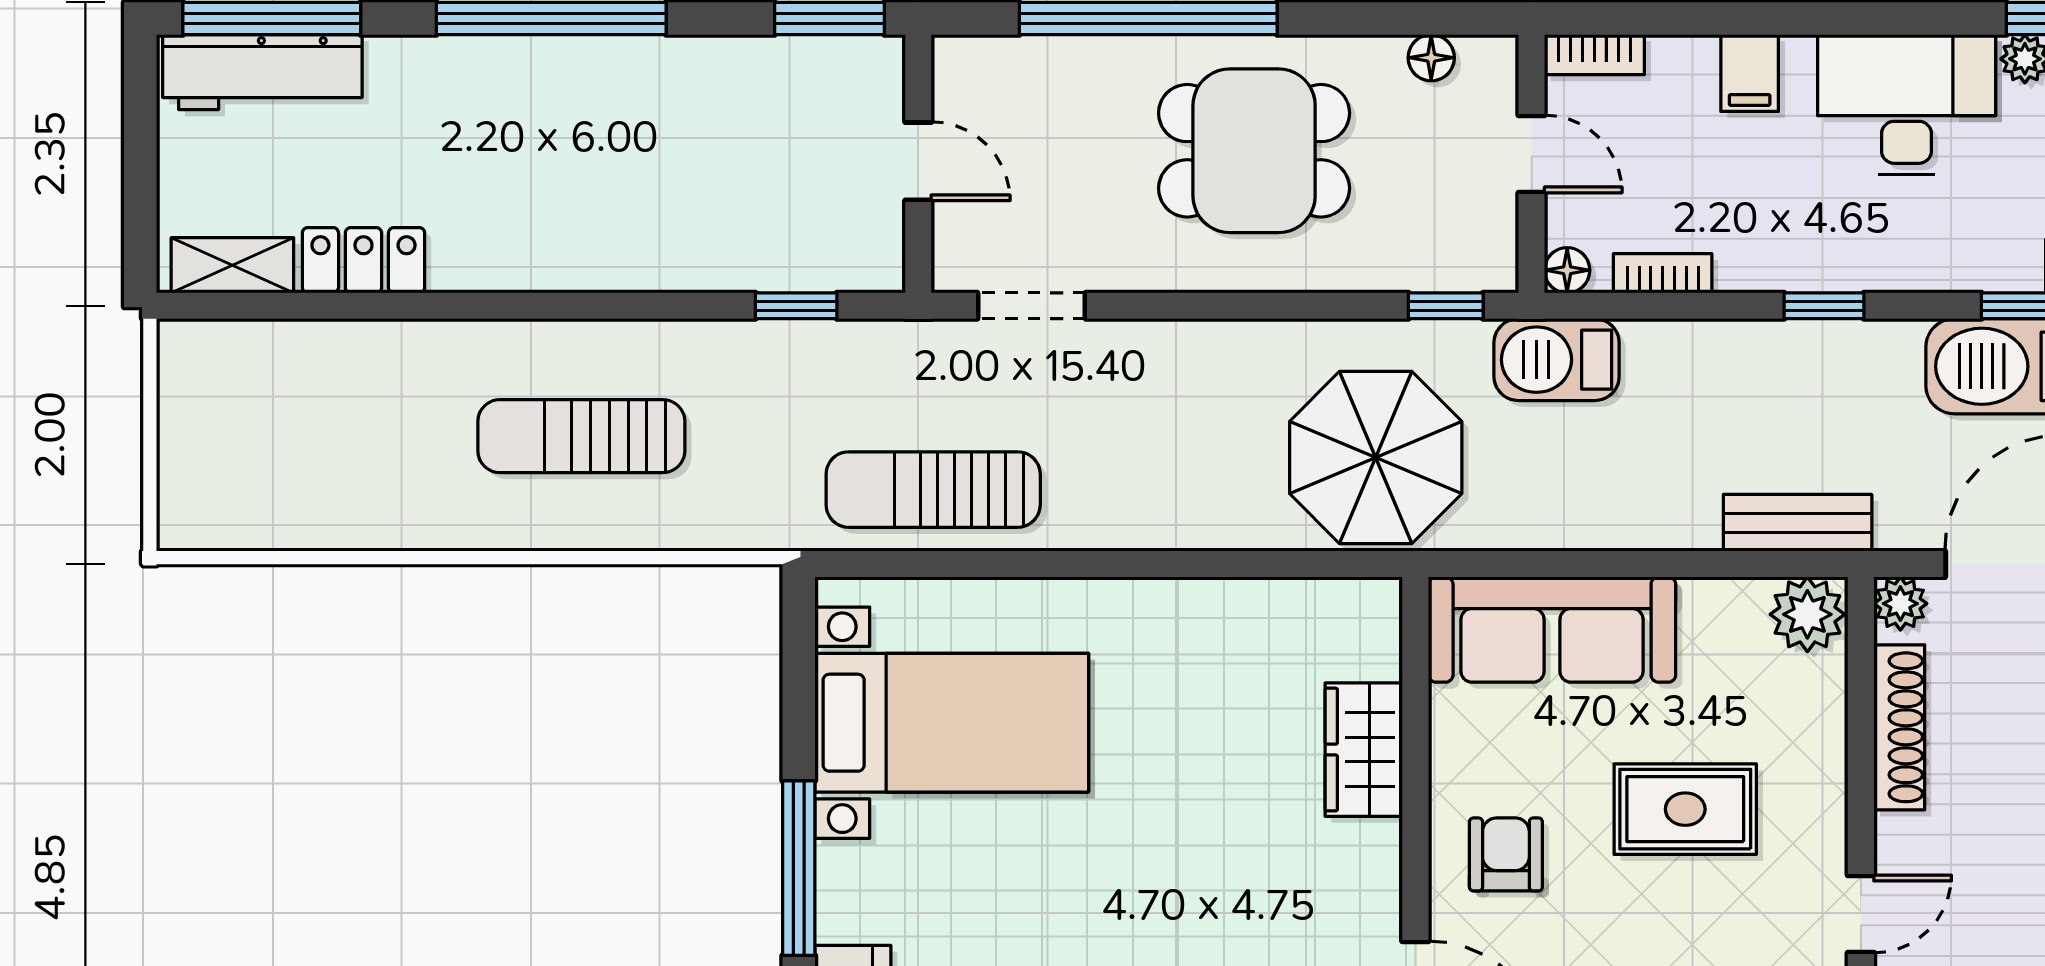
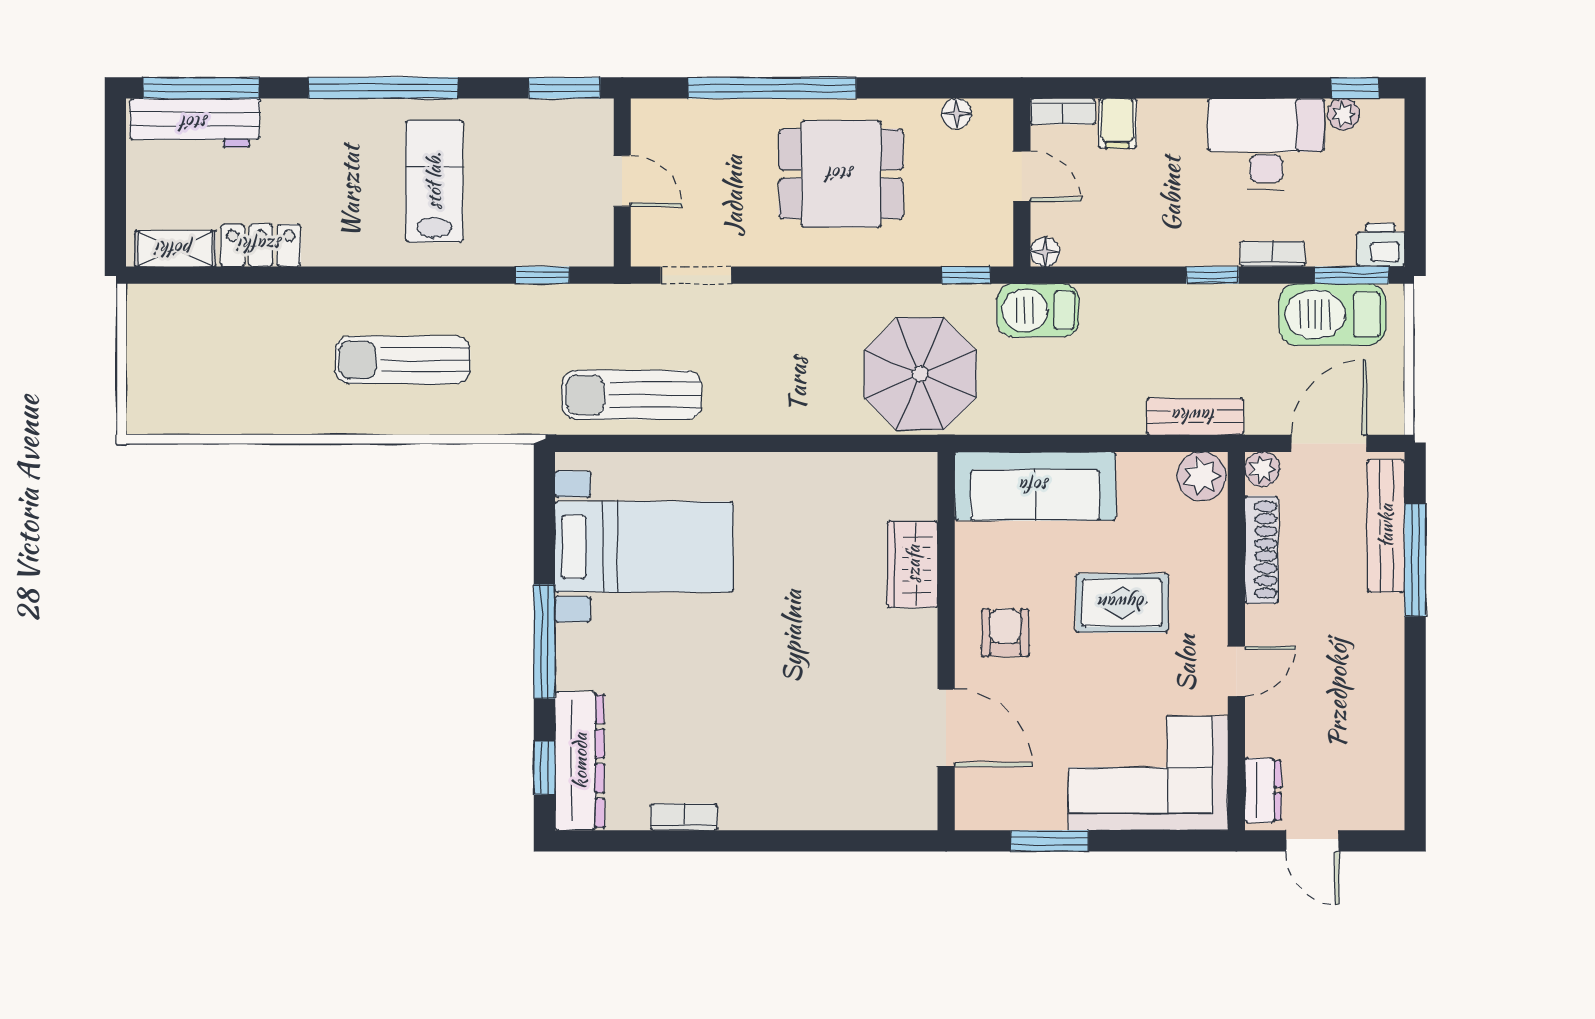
filing cabinet: (1750, 73) -> (1118, 123), moved
lab bench: (630, 162) -> (434, 181), added
bookcase: (1663, 273) -> (1273, 254), moved

